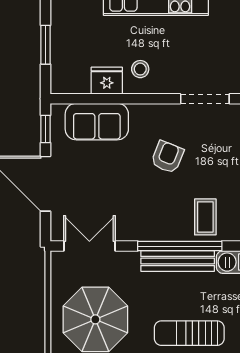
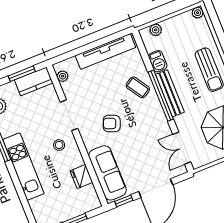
stool: (140, 69) -> (59, 145), moved
sofa: (97, 122) -> (107, 173), width x1.36
coffee table: (205, 217) -> (138, 87), turned 57

